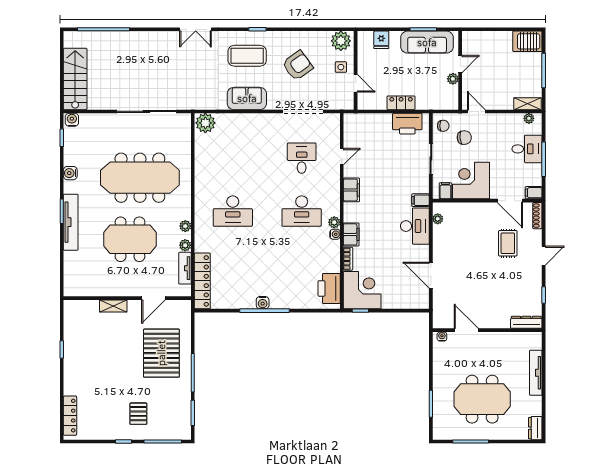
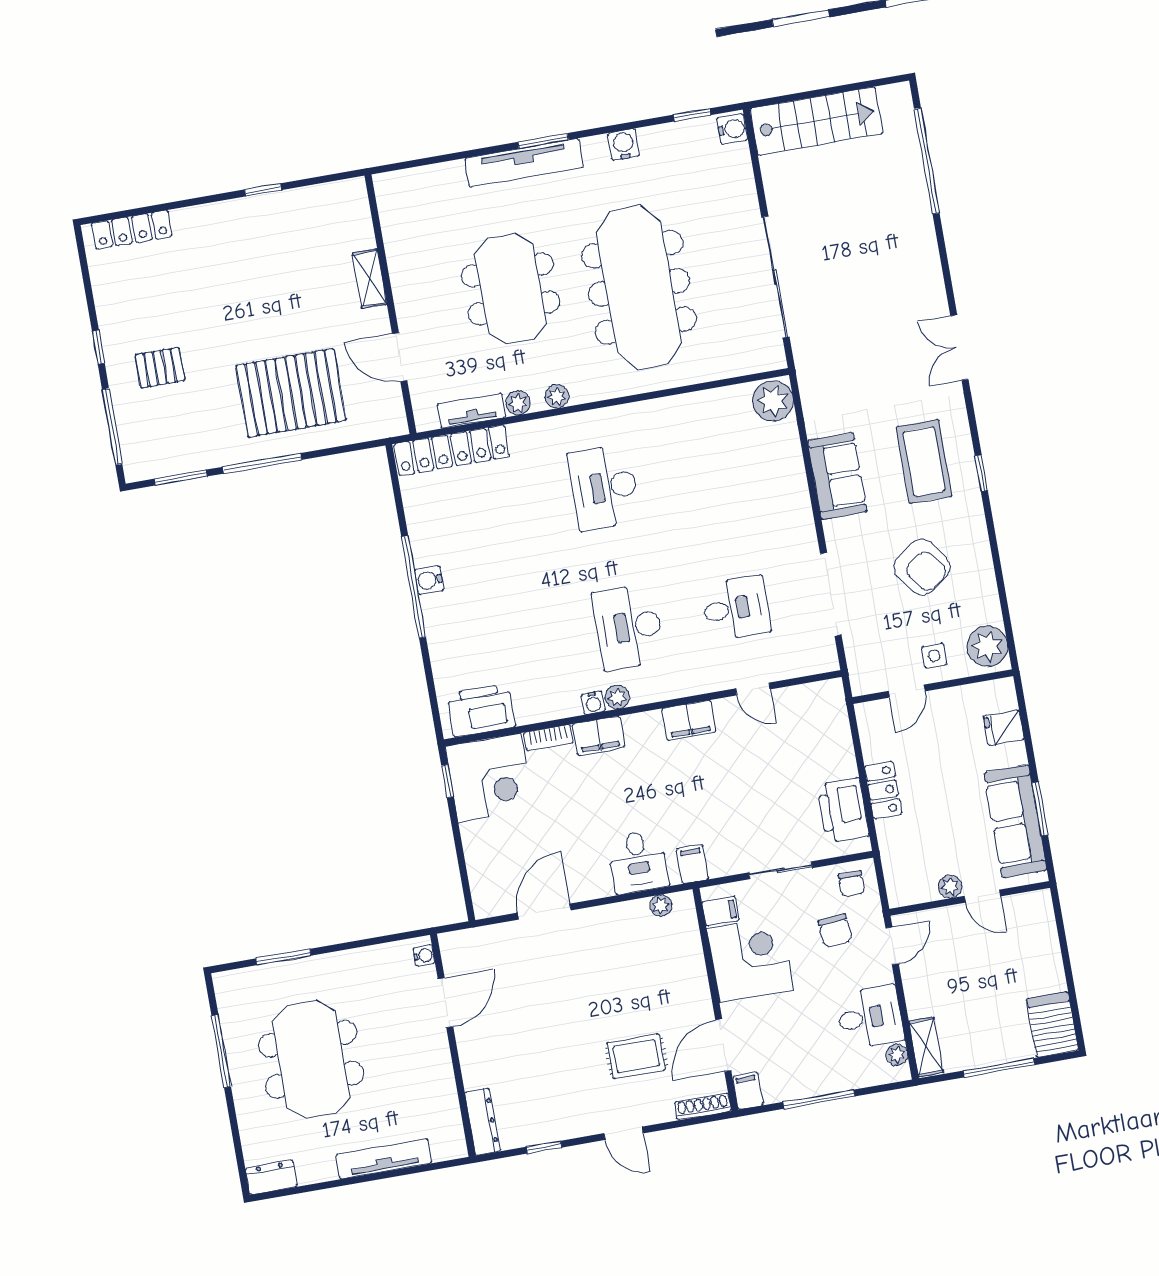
desk: (527, 149) -> (870, 1017), moved, turned -90
desk: (415, 226) -> (638, 862), width x0.73

